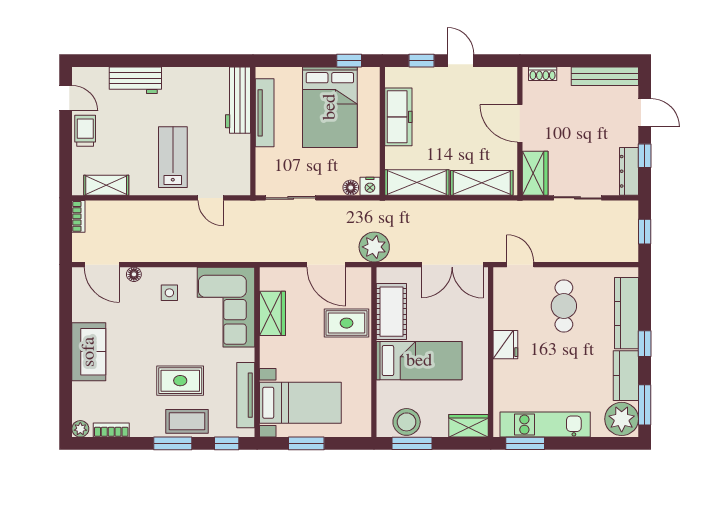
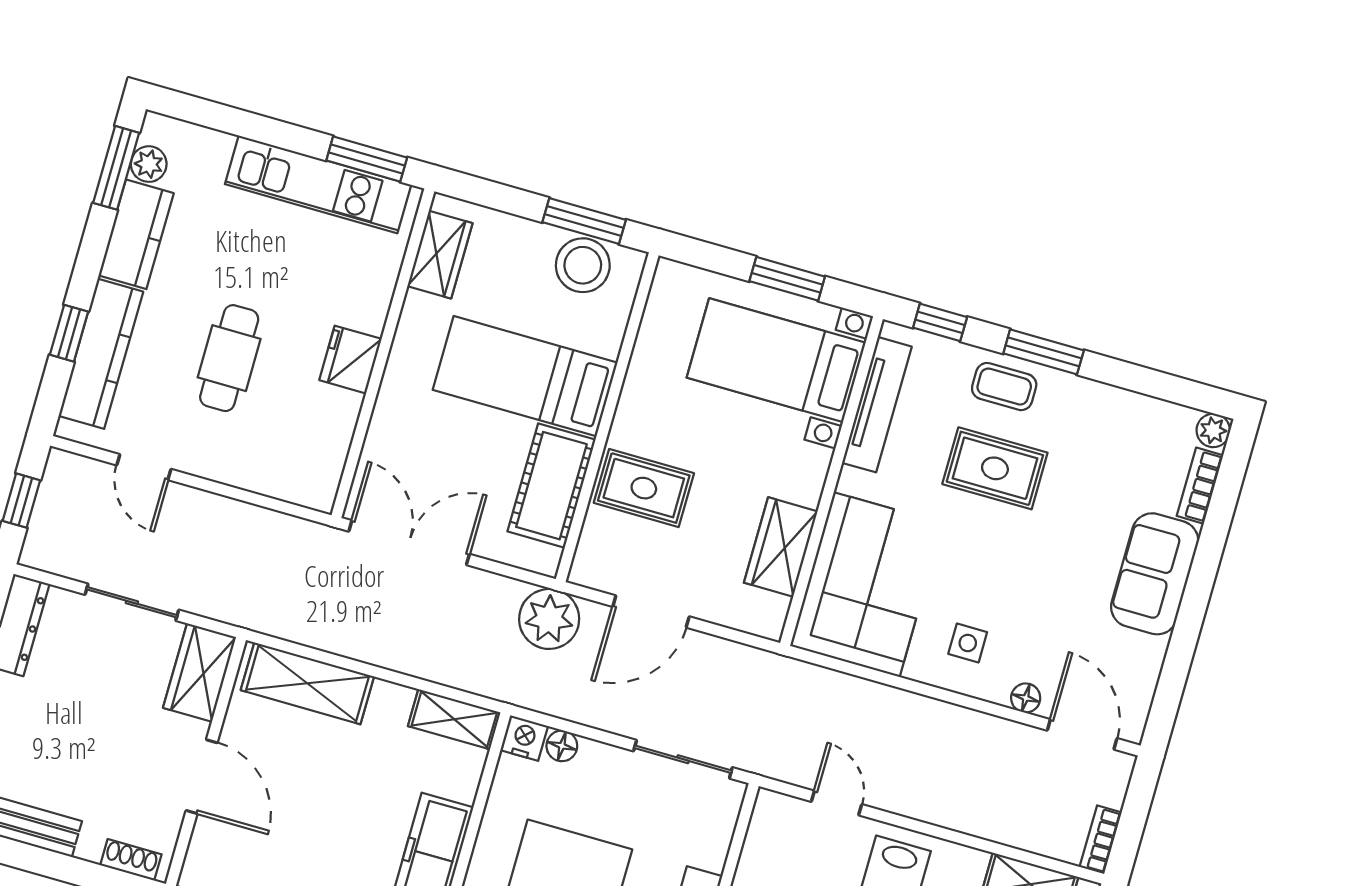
shelving: (417, 182) -> (454, 719), width x0.67, depth x0.75
door: (326, 265) -> (651, 612), swing flipped
door: (520, 265) -> (144, 467), moved
cafe table: (564, 306) -> (229, 358), moved
window: (645, 344) -> (69, 333), moved
plant: (622, 419) -> (149, 164), width x0.53, depth x0.53
coffee table: (187, 421) -> (1004, 387), width x0.73, depth x0.77
wardrobe: (469, 426) -> (440, 255), moved, turned -90
bookcase: (111, 430) -> (1200, 486), moved, turned 90

